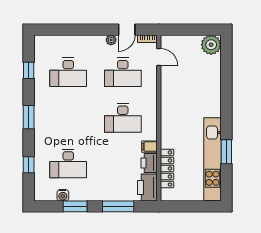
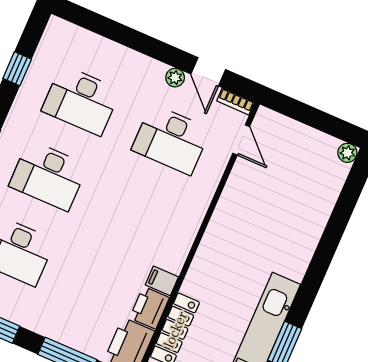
door: (127, 30) -> (208, 72), hinge flipped
plant: (211, 45) -> (347, 153), width x0.53, depth x0.53
desk: (123, 118) -> (48, 175), moved

